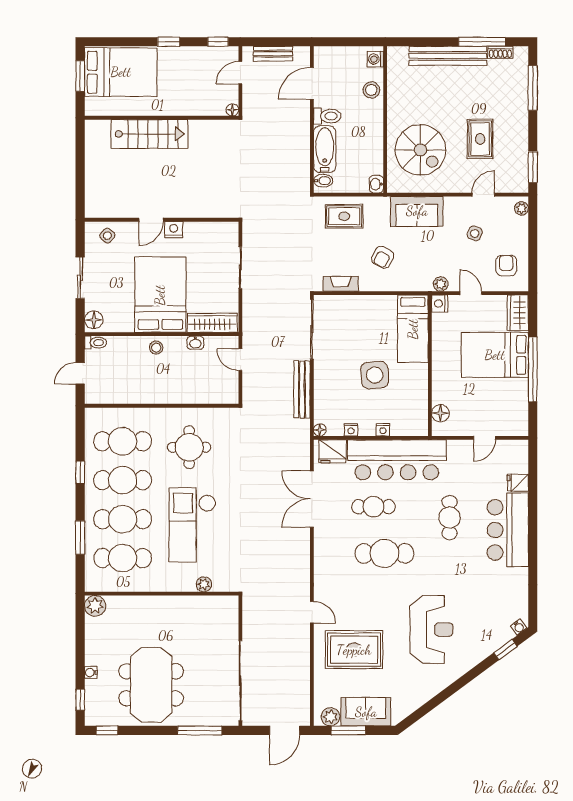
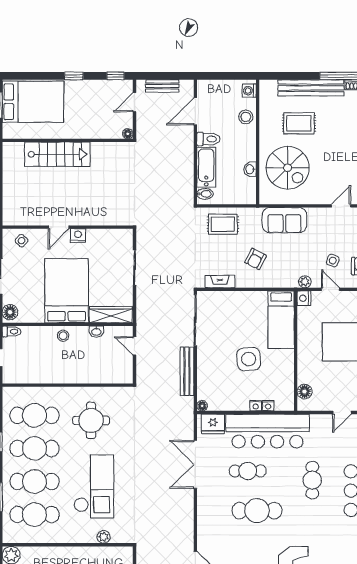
rug: (480, 139) -> (299, 123), moved, turned 90
washbasin: (376, 184) -> (250, 169), moved
side table: (475, 233) -> (333, 260), moved
nightstand: (351, 430) -> (268, 406), moved
checkout: (192, 525) -> (94, 486), turned 180

